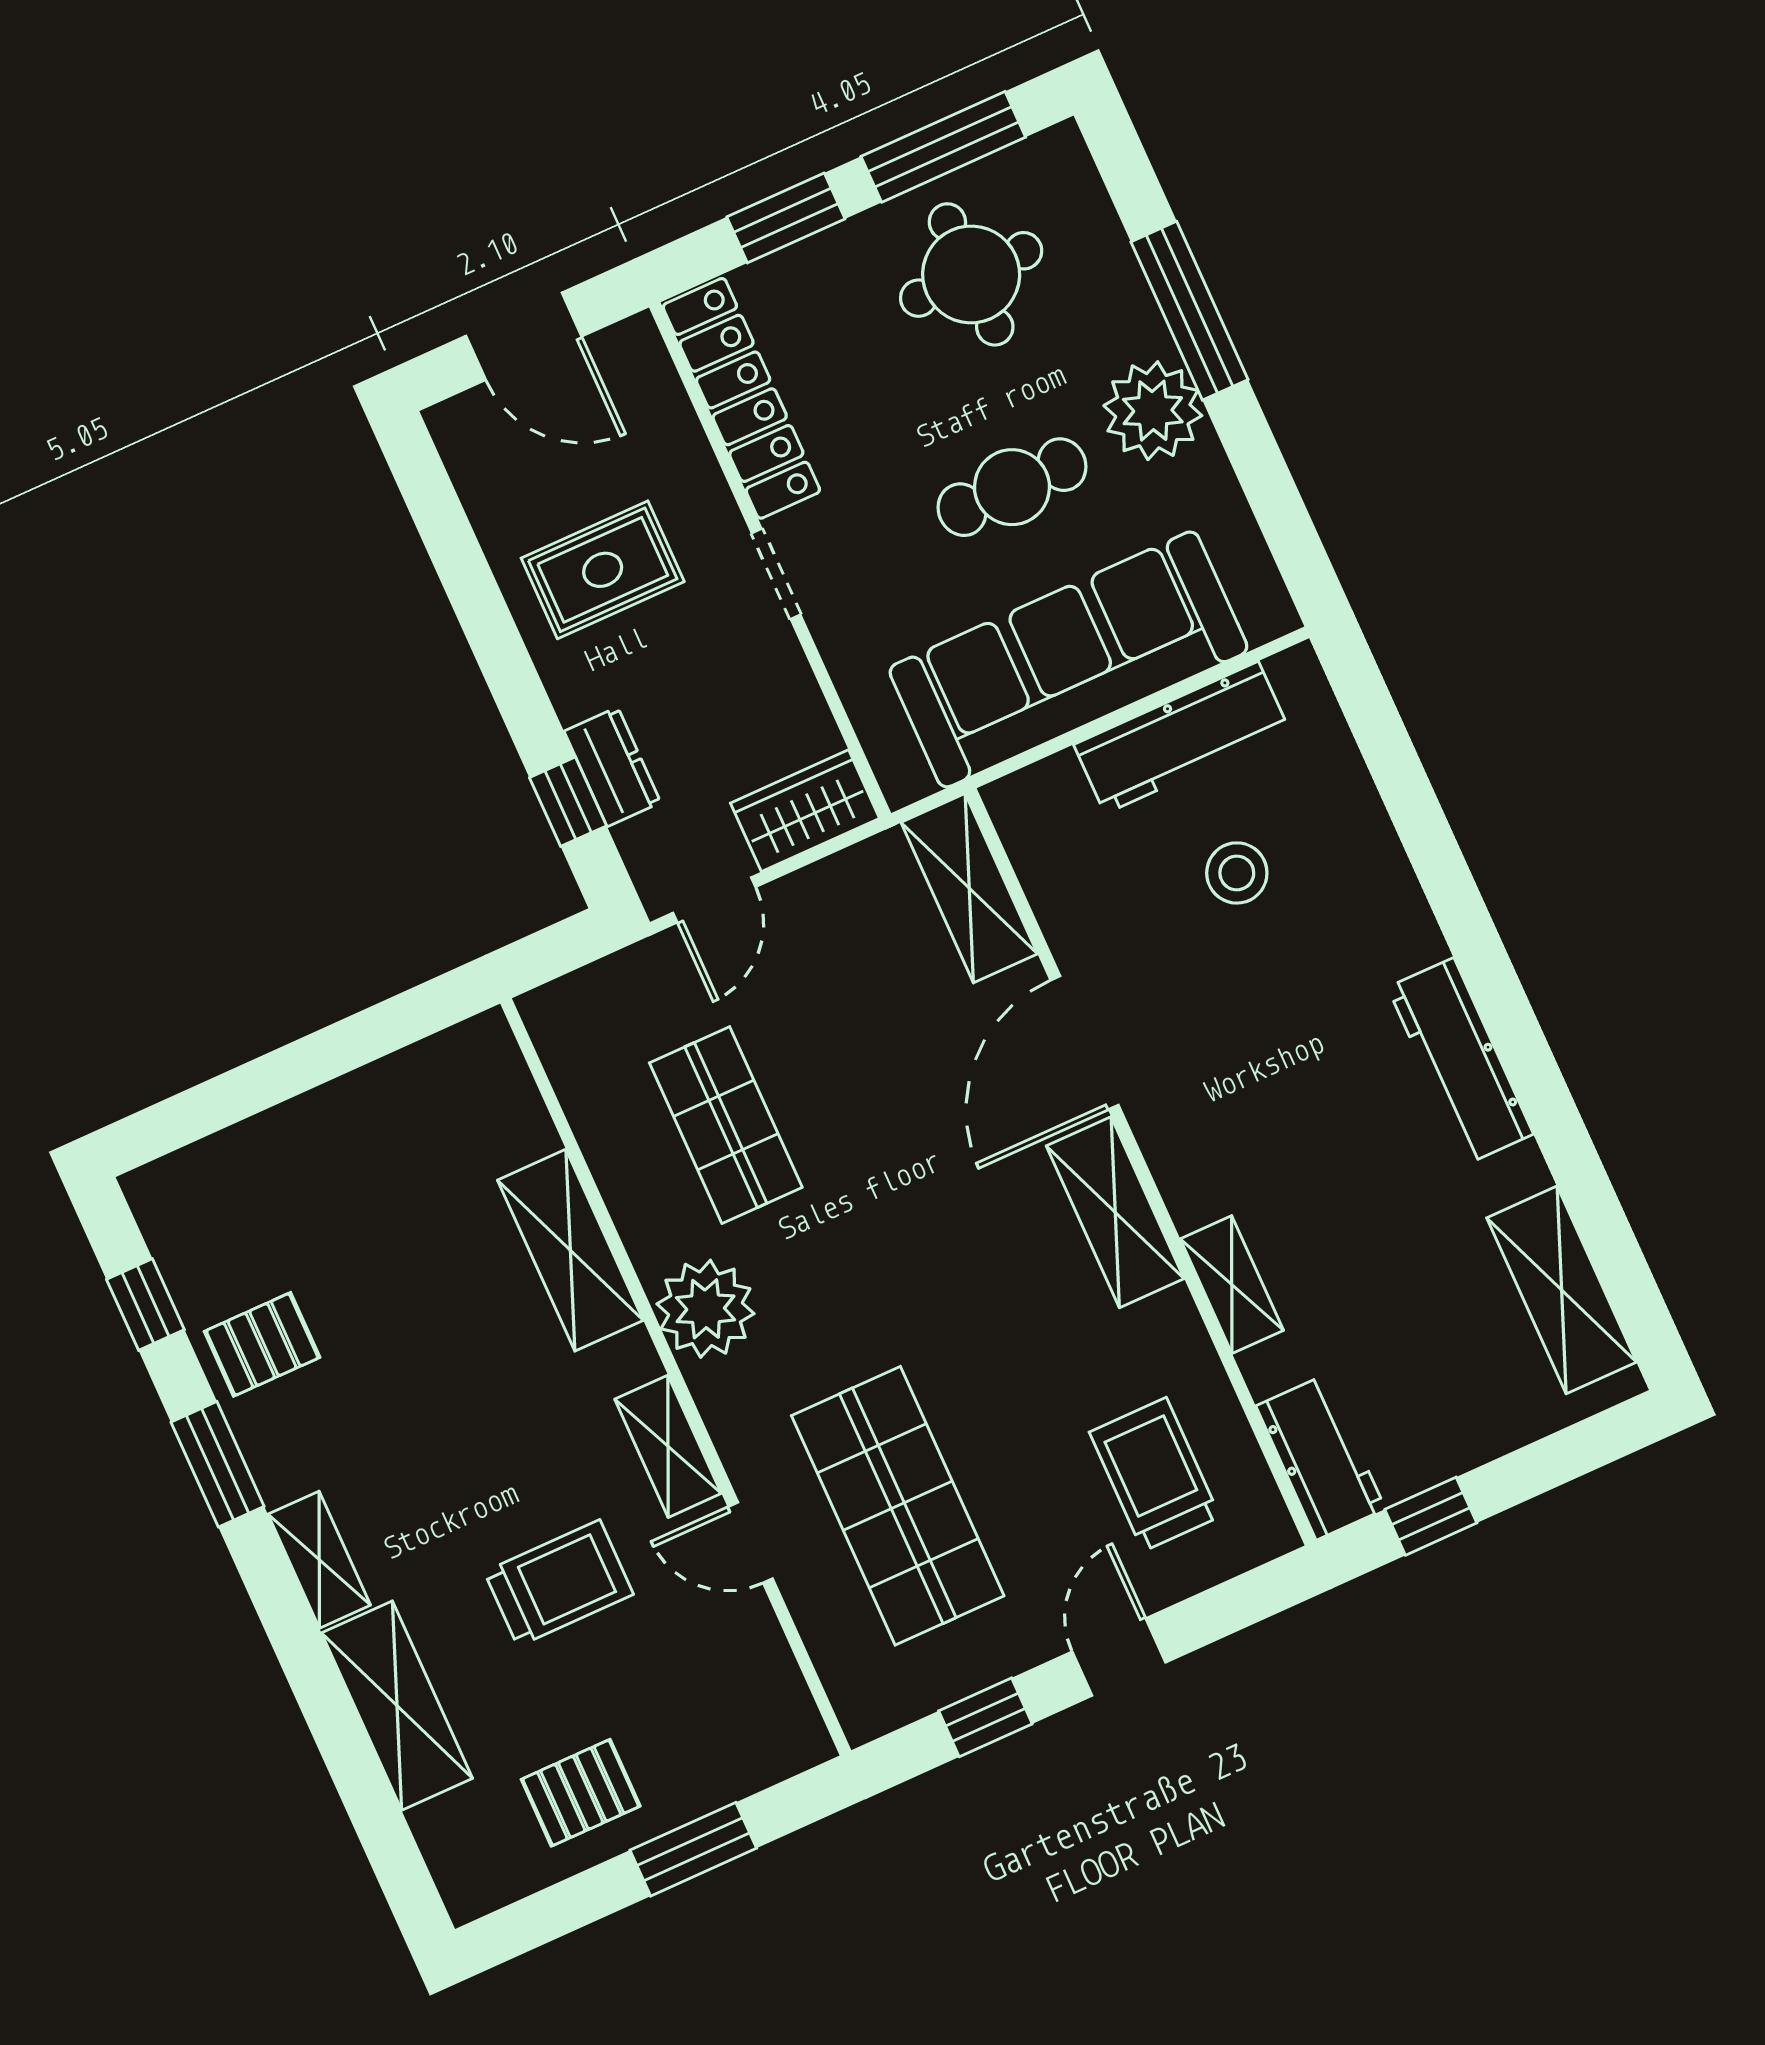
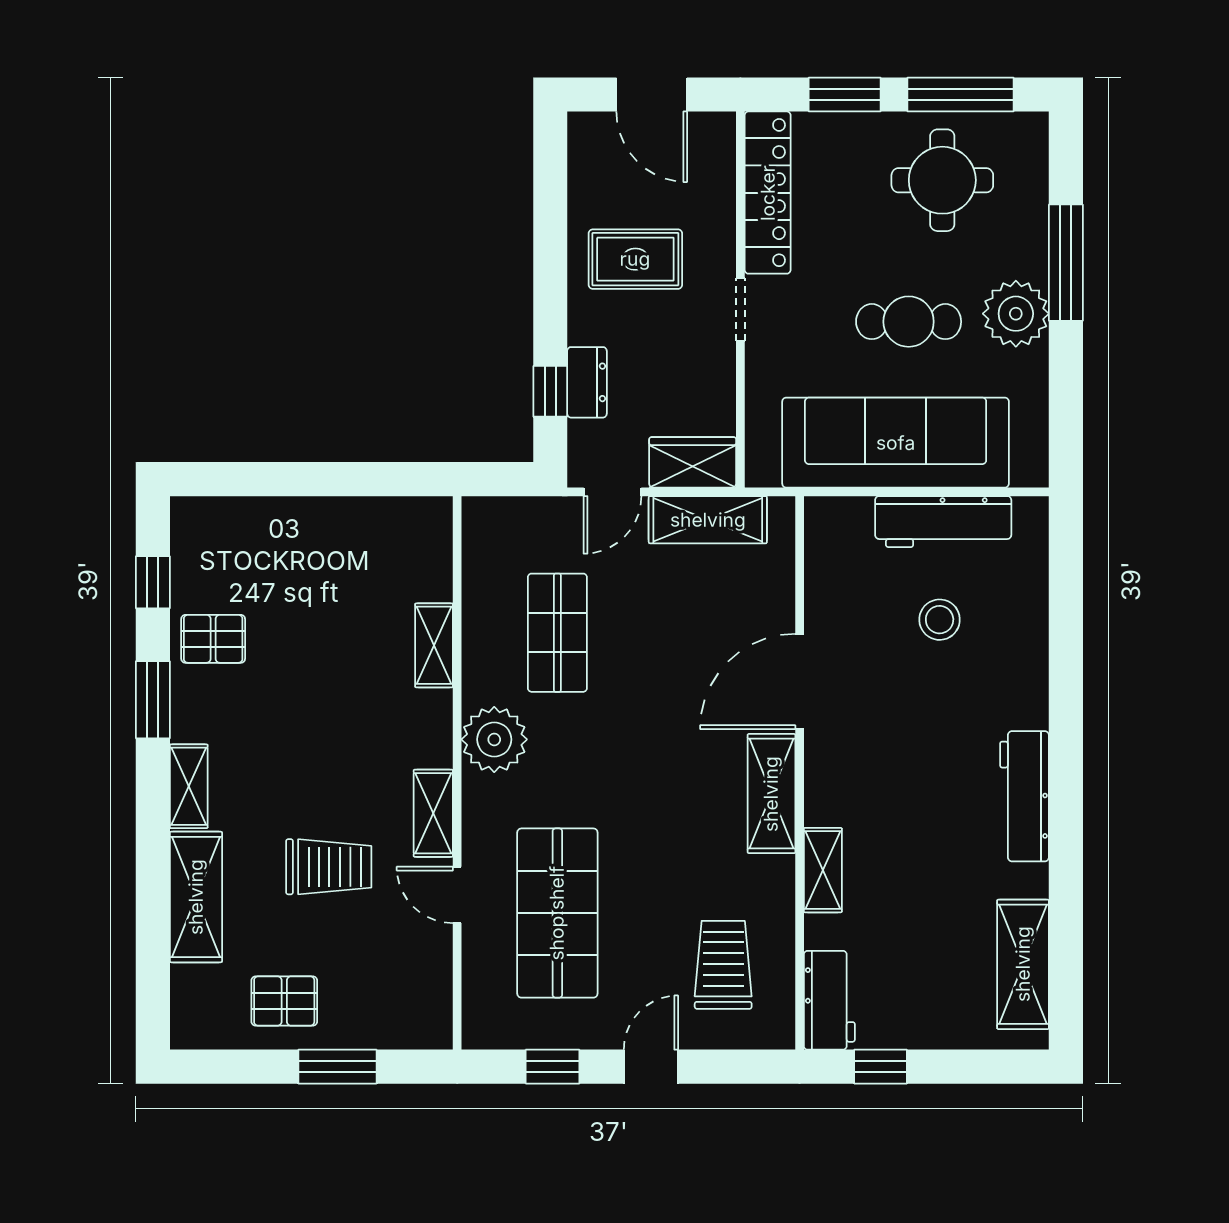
shelving: (969, 888) -> (708, 520), moved, turned 90
shelving: (570, 1250) -> (434, 645), width x0.67, depth x0.75

